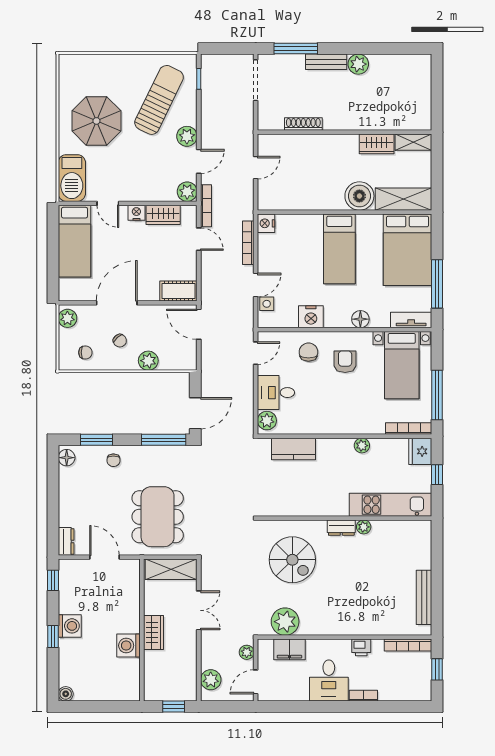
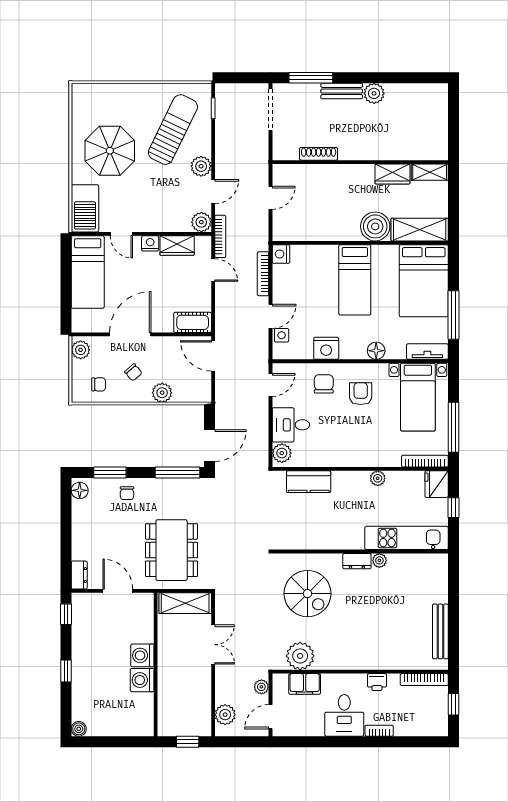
washing machine: (70, 626) -> (142, 655), moved, turned 180
wardrobe: (154, 632) -> (167, 667), removed

